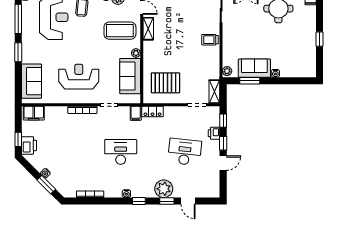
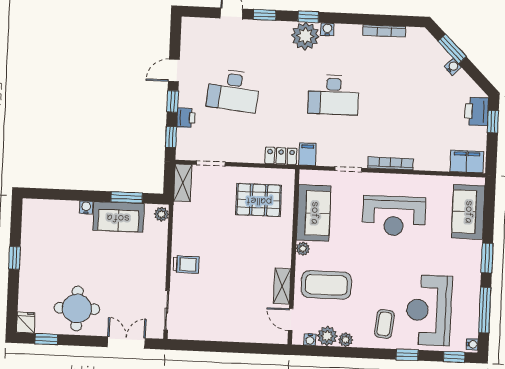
plant: (164, 189) -> (305, 36), moved

